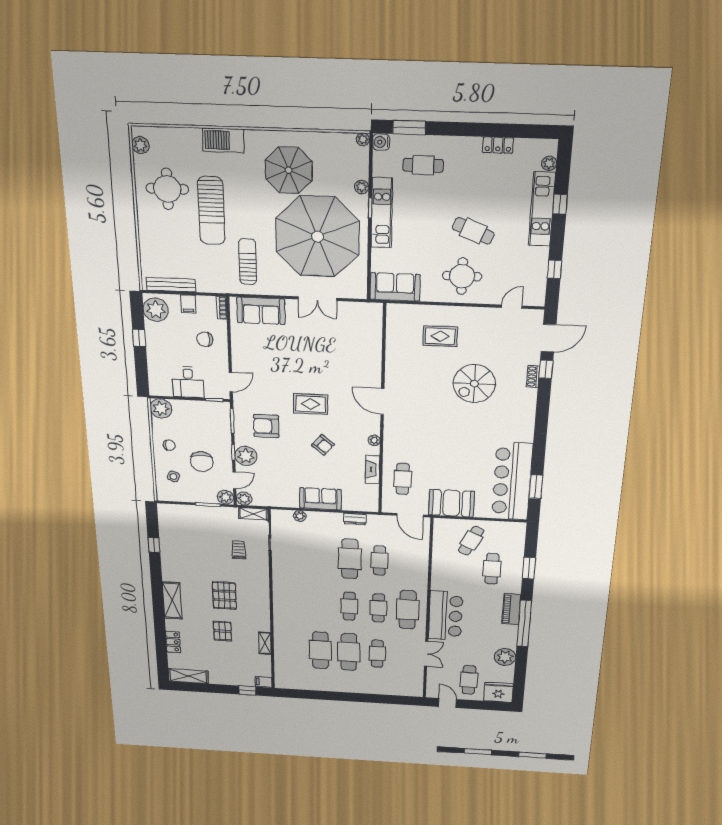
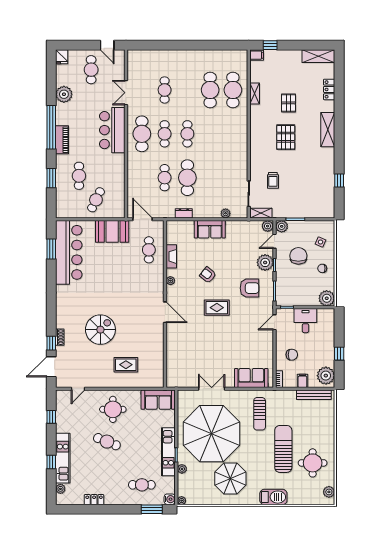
cafe table: (349, 652) -> (233, 90), moved
fridge: (498, 692) -> (62, 57), width x0.53, depth x0.75

